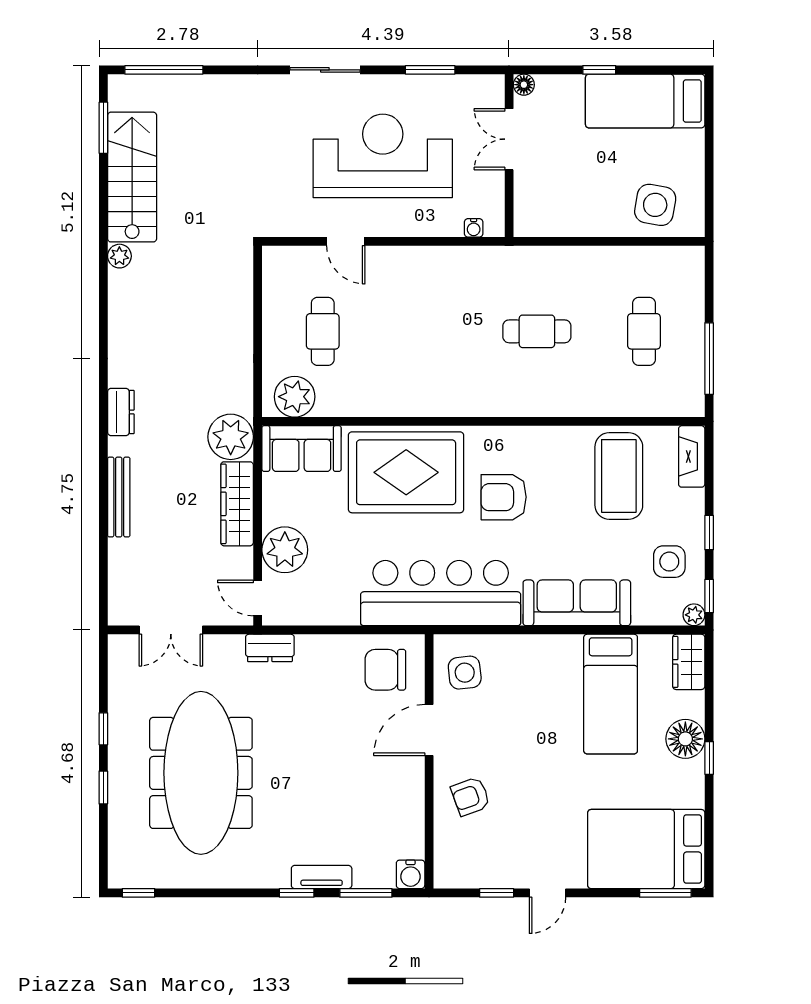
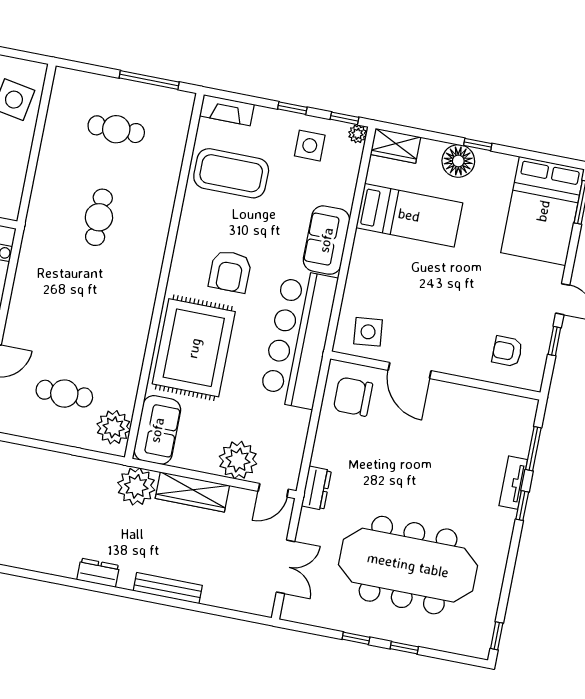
sofa: (577, 603) -> (326, 240), width x0.73
chair: (385, 670) -> (353, 397), turned 90
armchair: (470, 796) -> (507, 351), moved, turned 110
water cooler: (411, 874) -> (525, 409), removed

